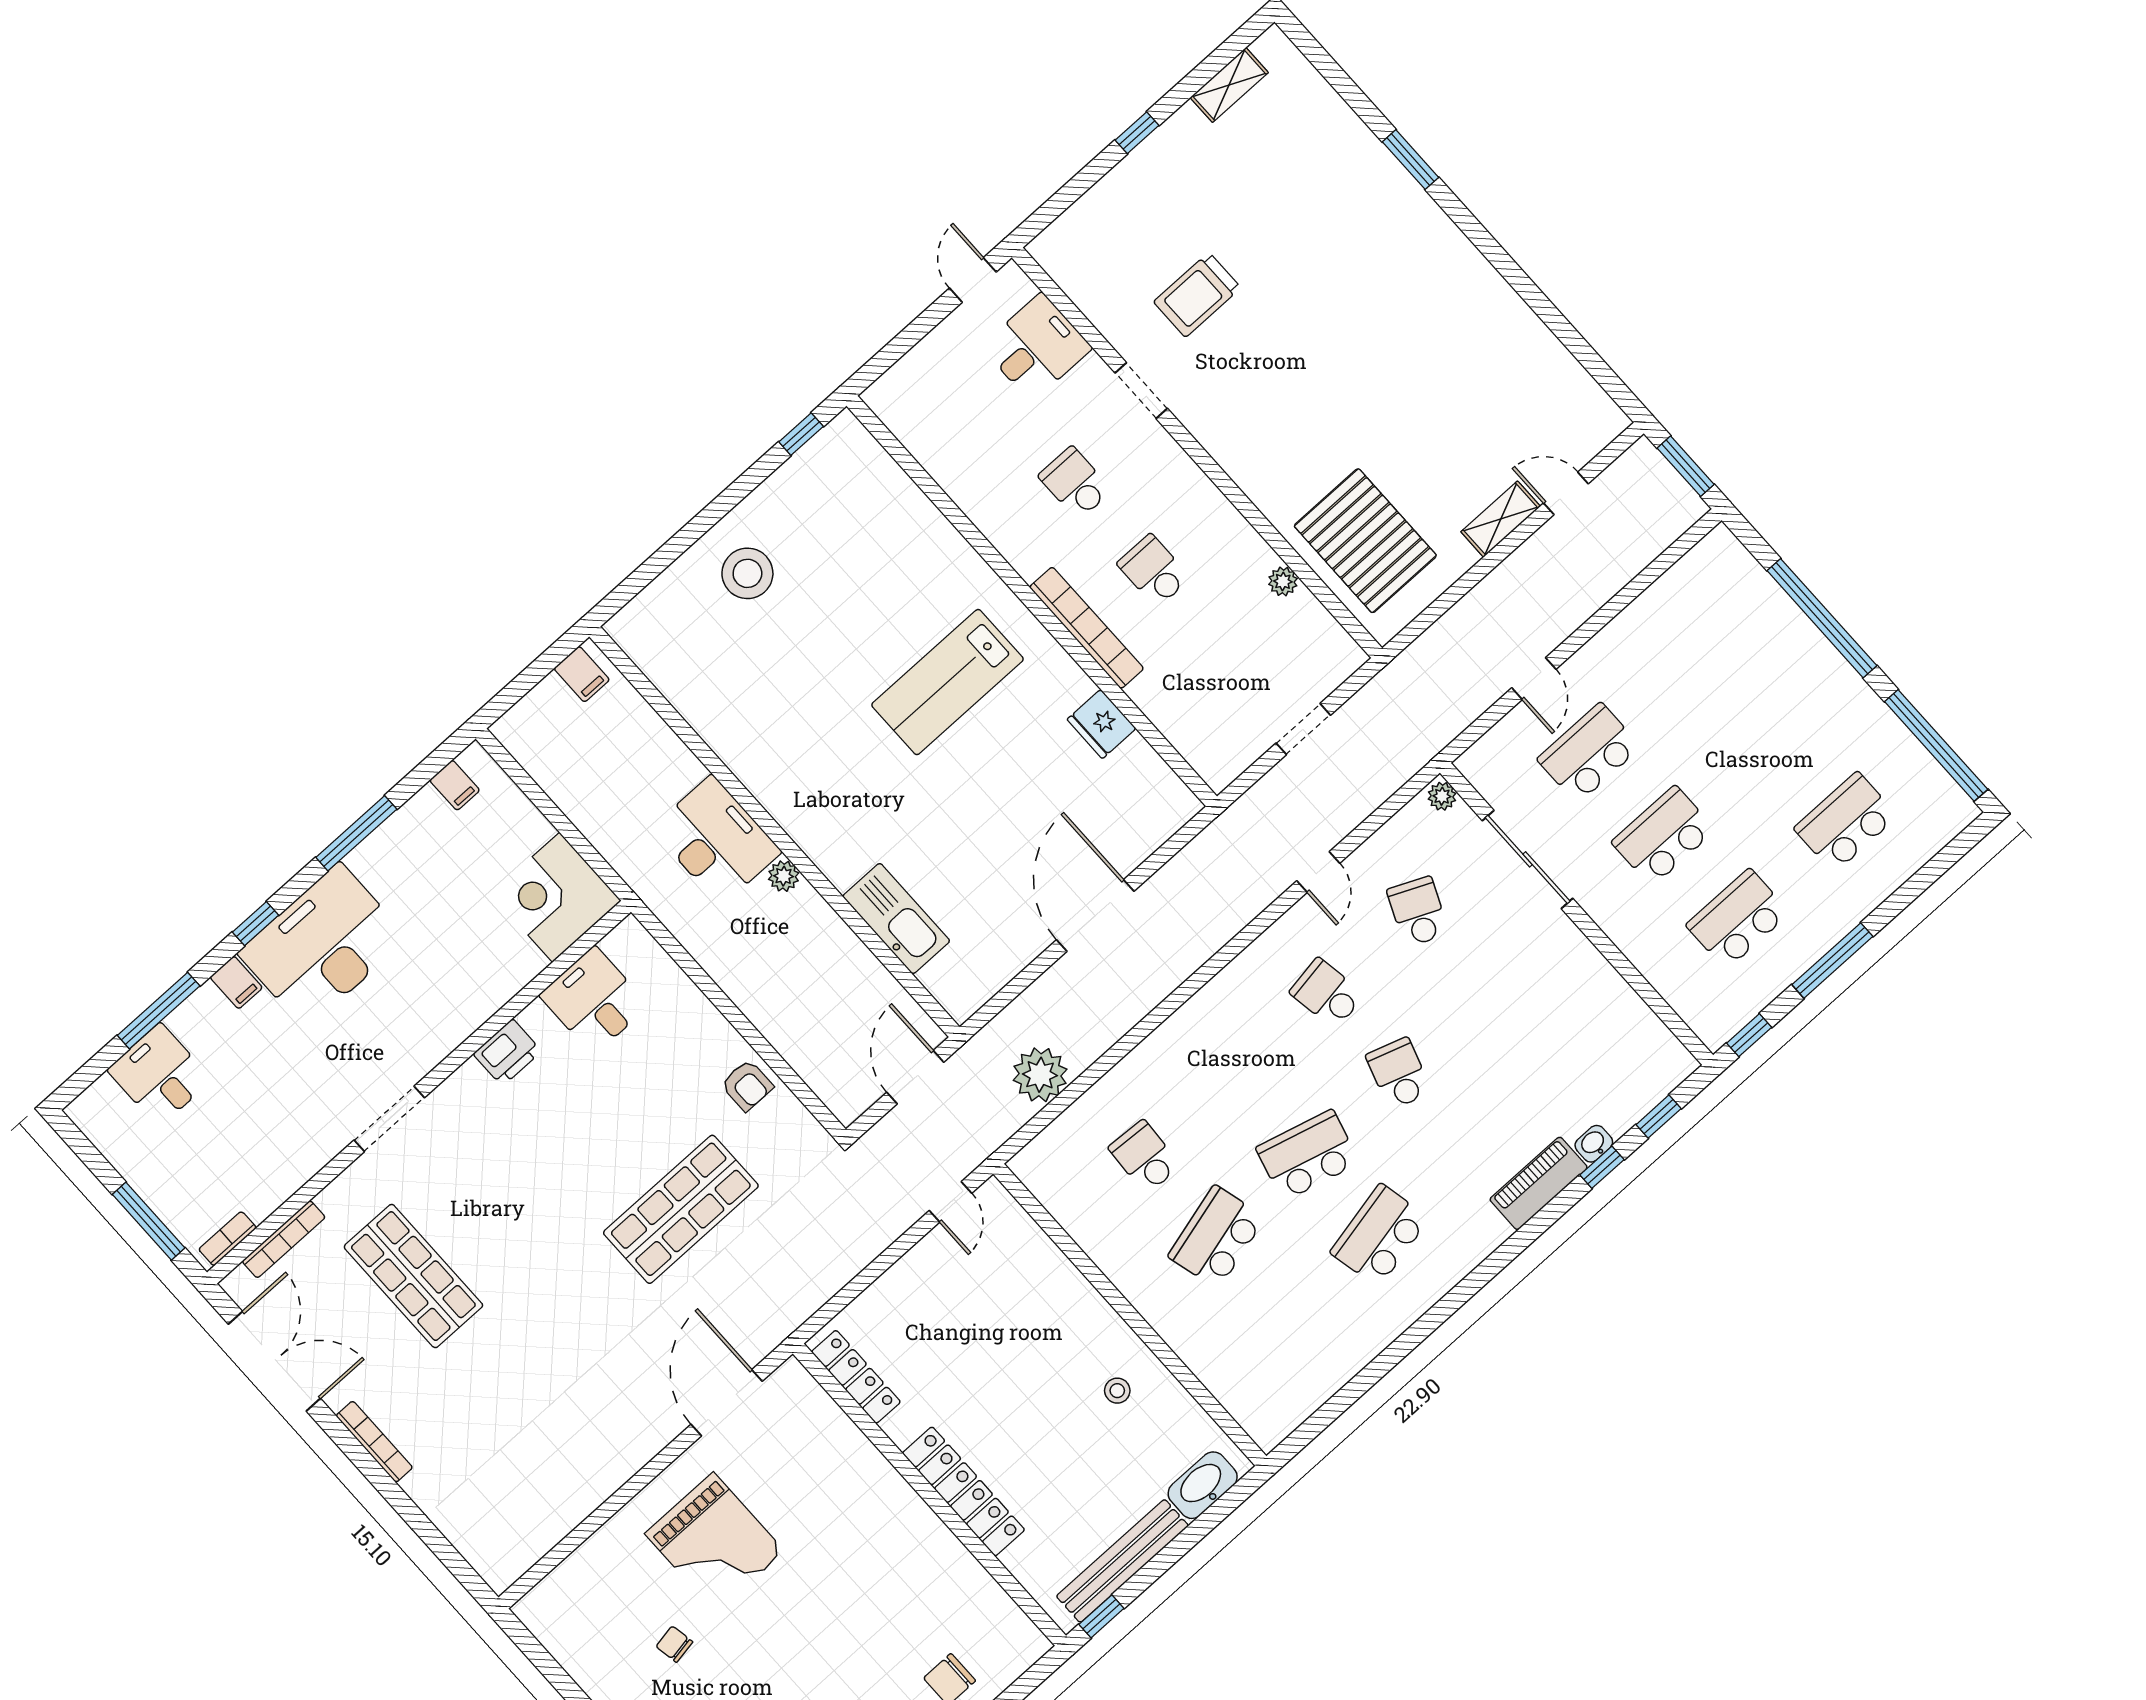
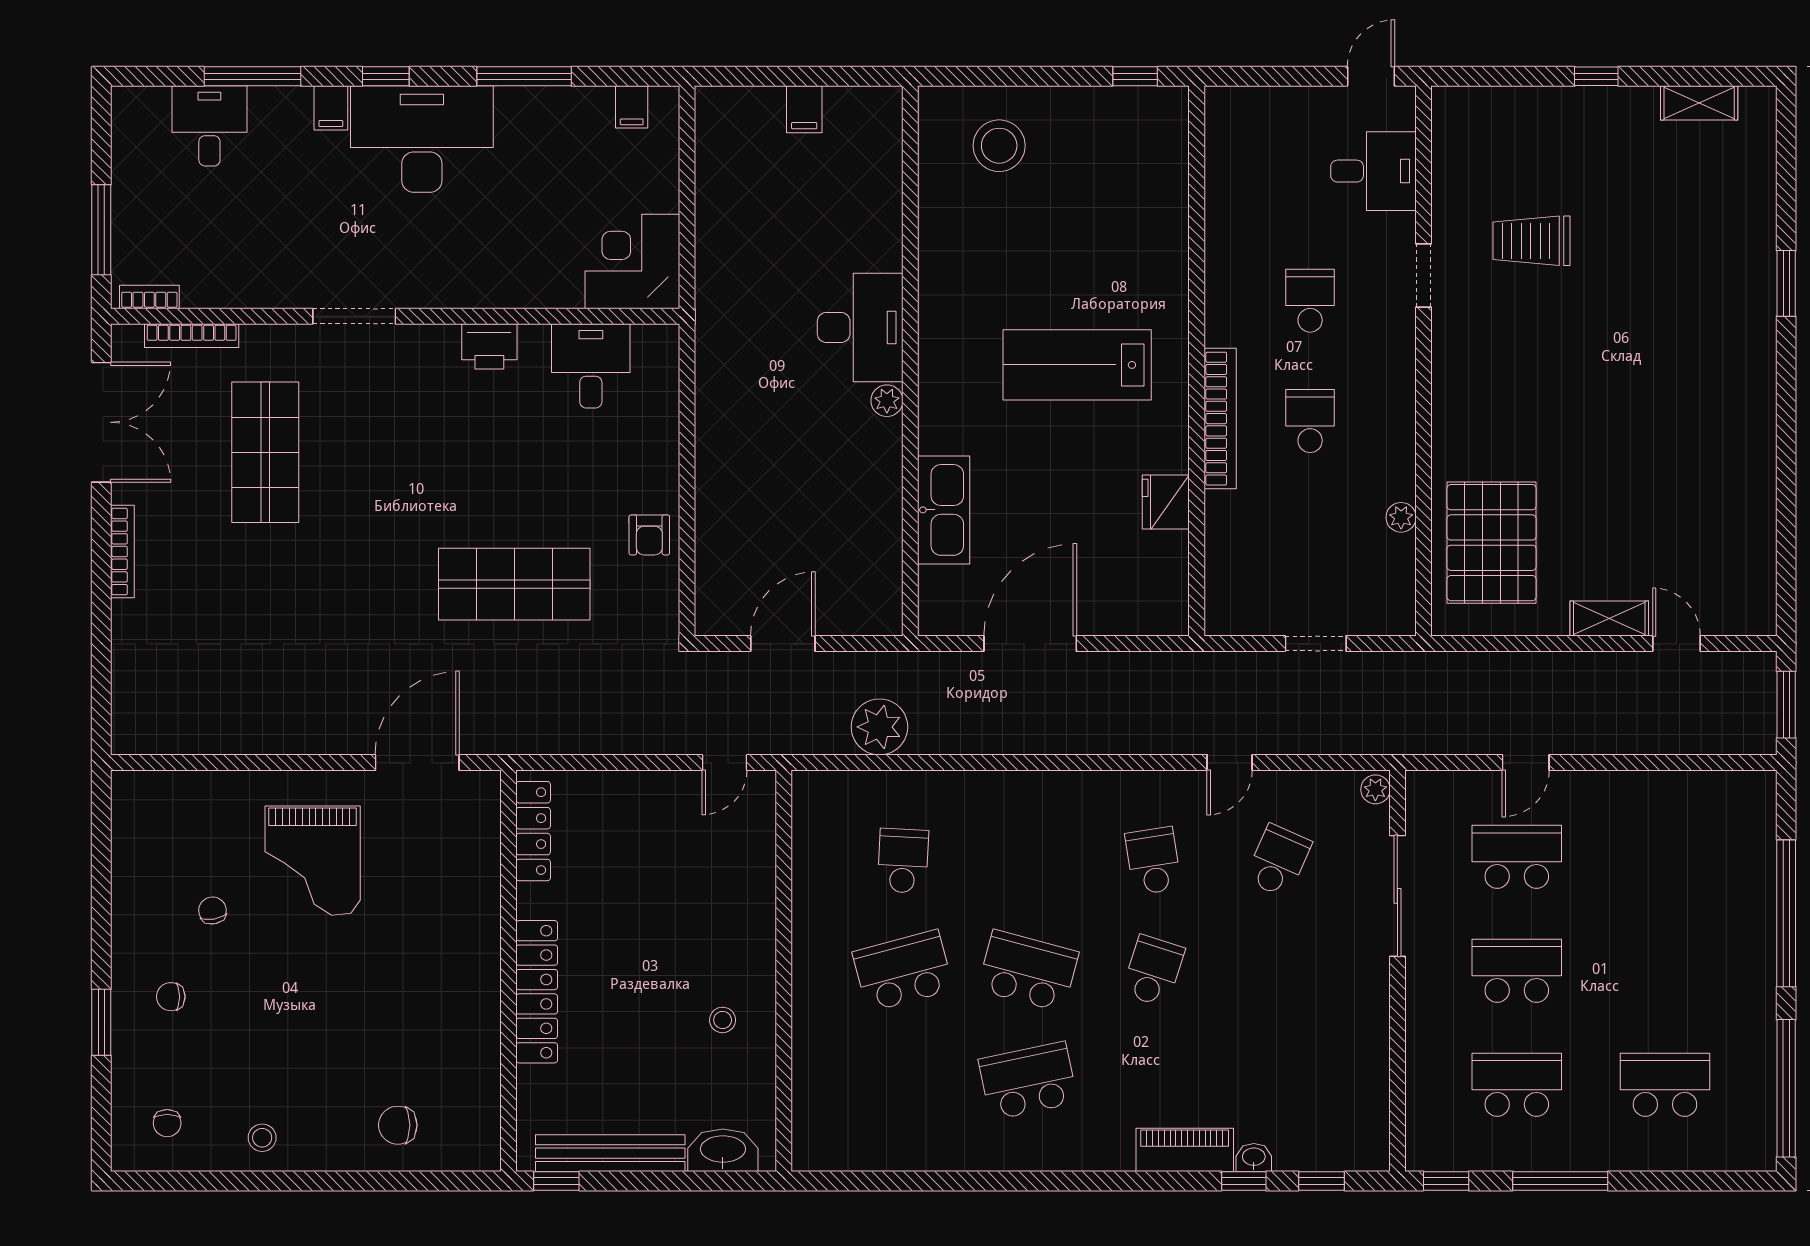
wall: (775, 832) -> (910, 361), moved
desk: (716, 840) -> (860, 327), moved
plant: (784, 876) -> (887, 401), moved
kitchen sink: (896, 919) -> (944, 510), moved

